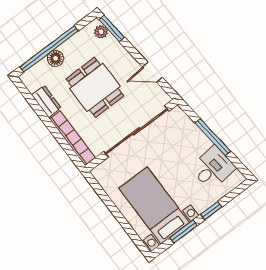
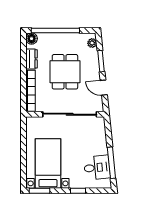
window: (112, 29) -> (101, 61), moved
floor lamp: (55, 58) -> (32, 39), moved
window: (213, 137) -> (111, 163), moved
window: (184, 232) -> (39, 191), moved

